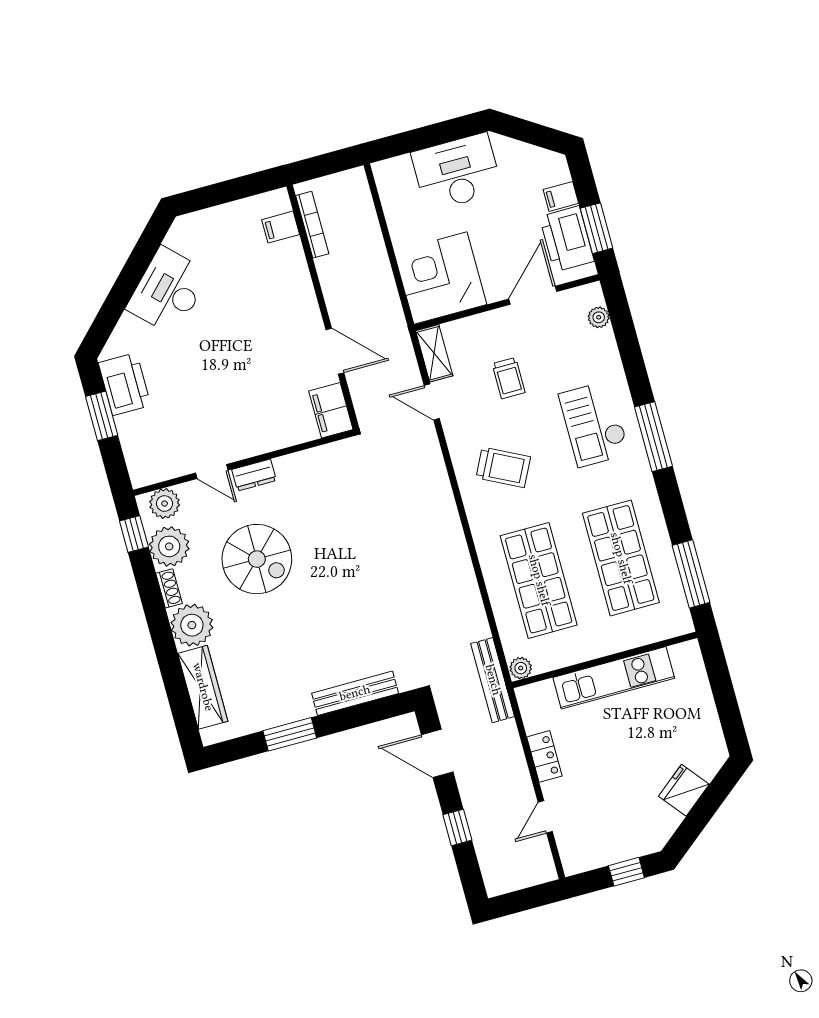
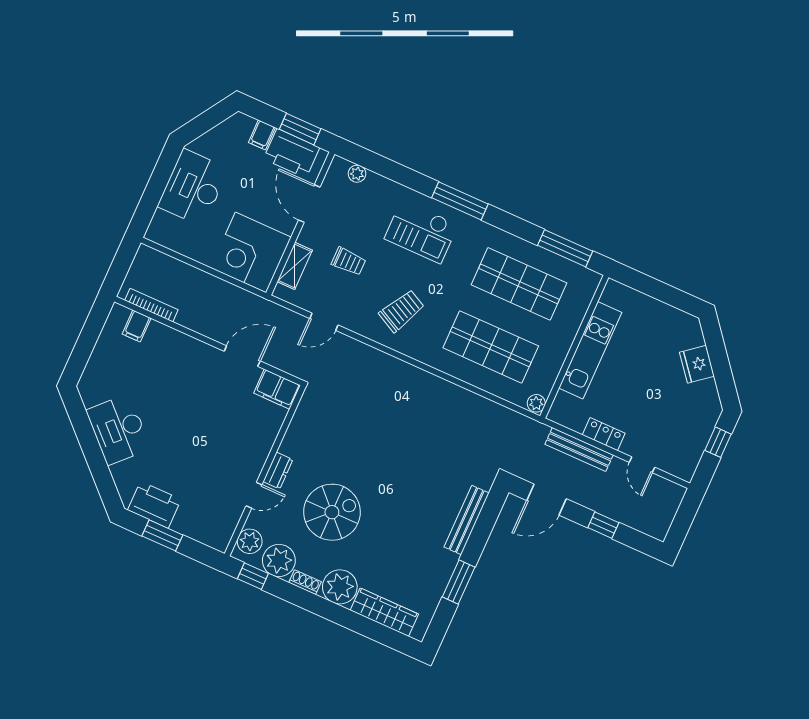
shelving: (434, 353) -> (295, 266), moved, turned 90
bench: (493, 680) -> (579, 450), moved

